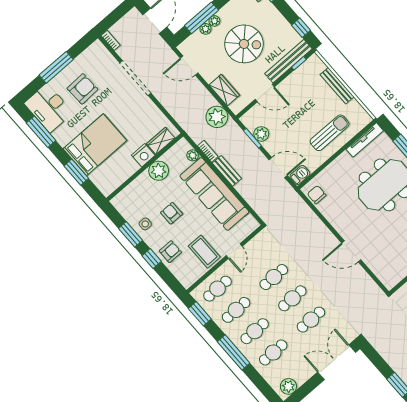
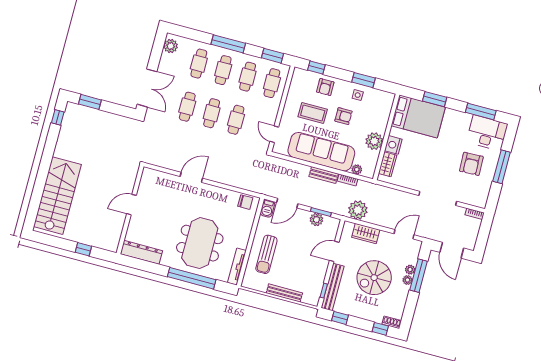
bed: (95, 145) -> (418, 116), moved, turned -90
door: (234, 251) -> (274, 134), moved
coffee table: (204, 252) -> (313, 113), moved
window: (152, 259) -> (316, 67), moved

